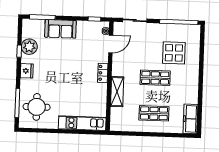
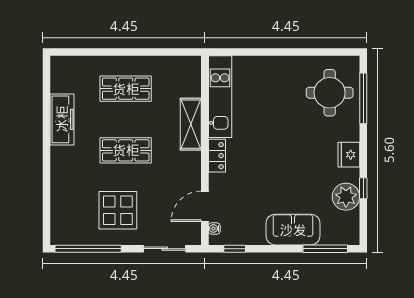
display table: (174, 53) -> (118, 210), moved
freezer: (190, 119) -> (62, 119), moved
kitchen unit: (82, 123) -> (220, 97), moved, turned -90

